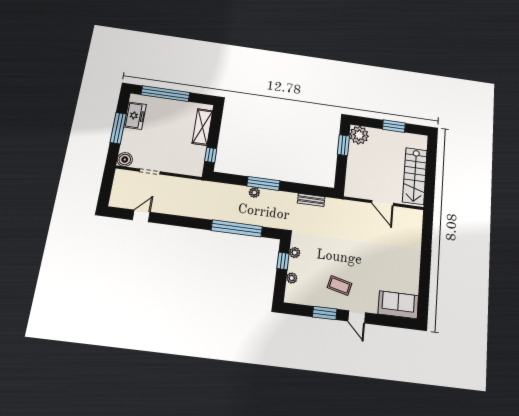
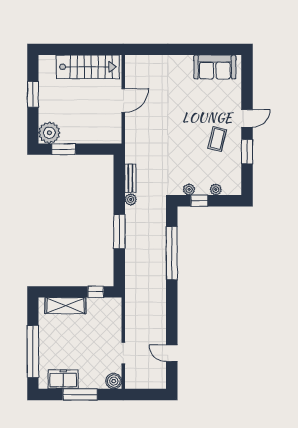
plant: (254, 193) -> (131, 199), moved
sofa: (398, 305) -> (215, 67), moved, turned -90

